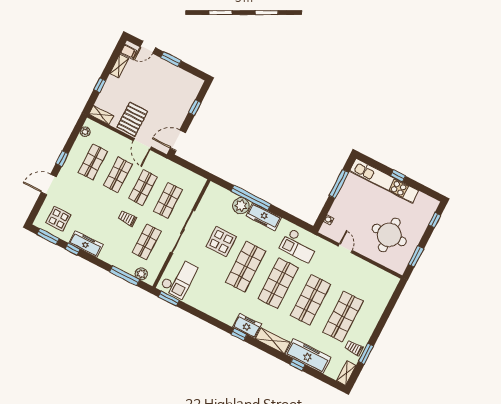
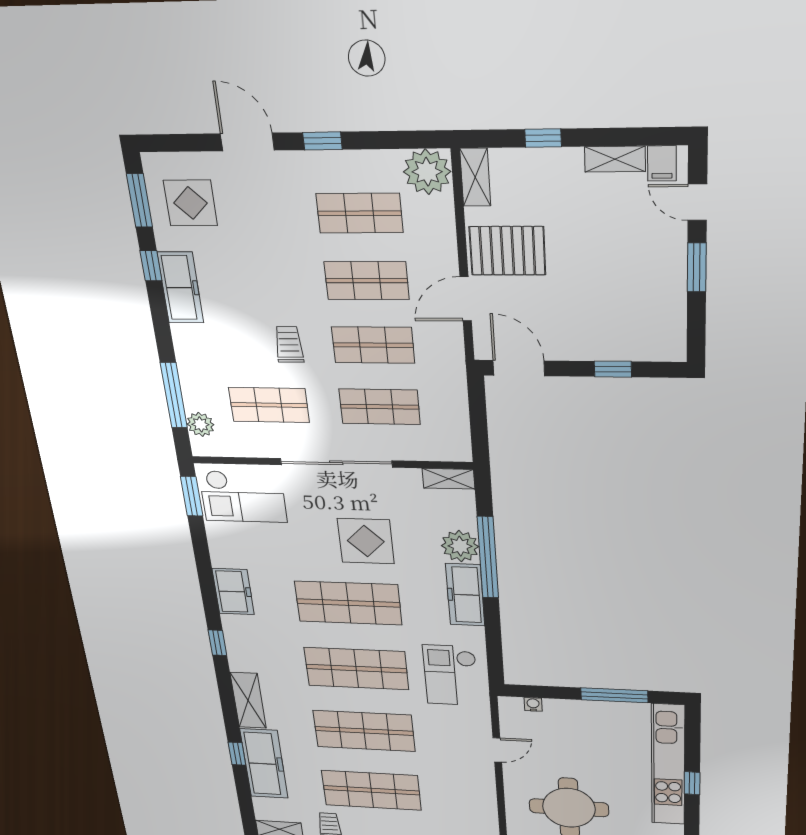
plant: (85, 132) -> (427, 172), width x1.87, depth x1.87
shelving: (210, 193) -> (449, 479), added
freezer: (247, 326) -> (233, 592), moved

